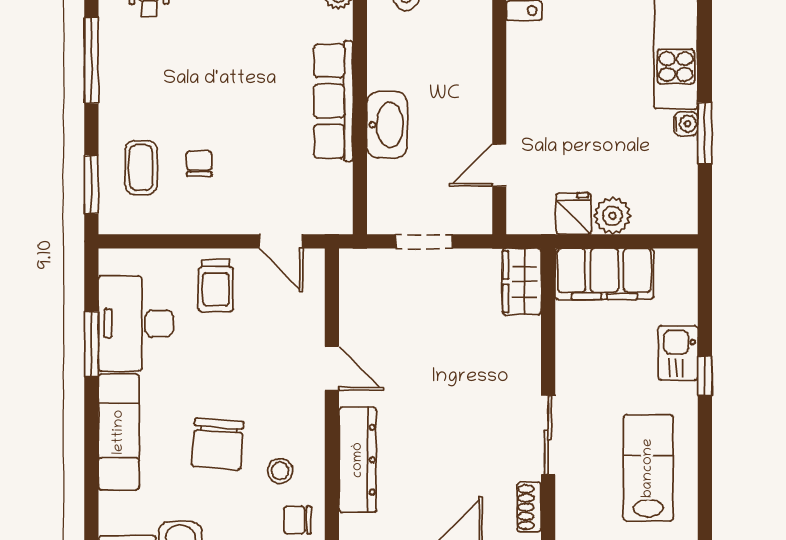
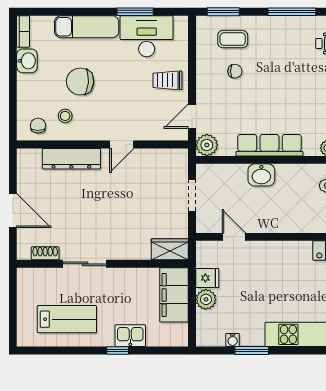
water cooler: (686, 124) -> (233, 340), moved
washbasin: (387, 125) -> (261, 175), width x0.72
plant: (333, 214) -> (207, 145), added

